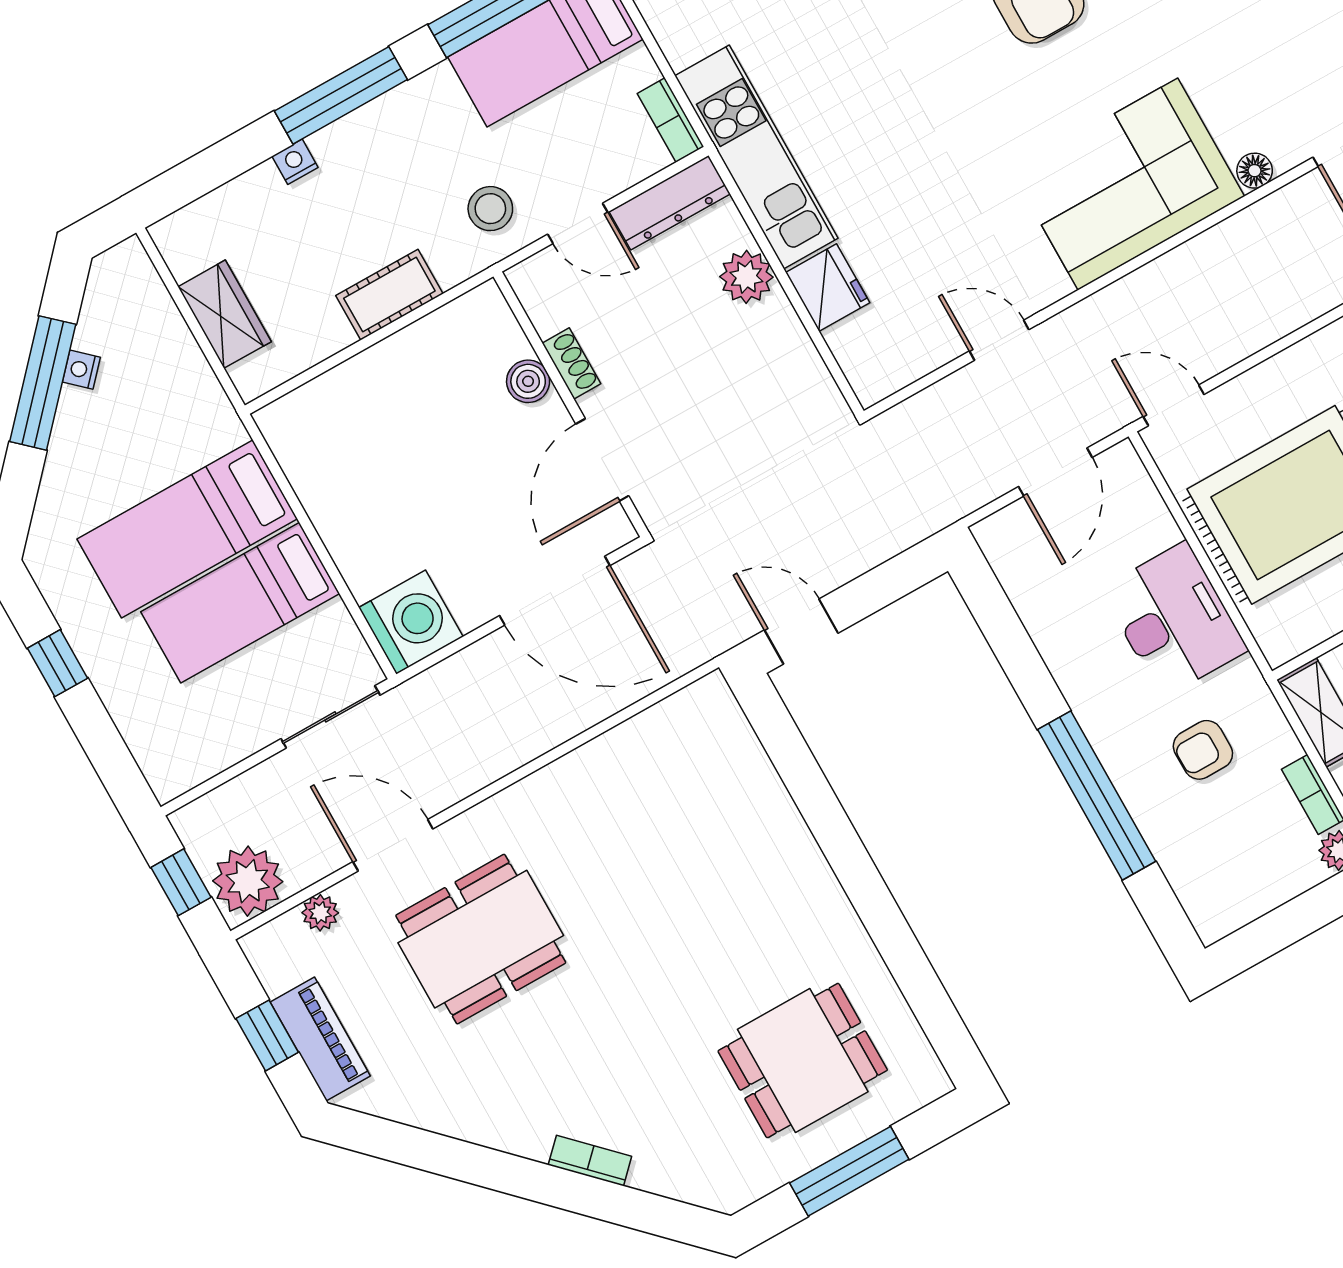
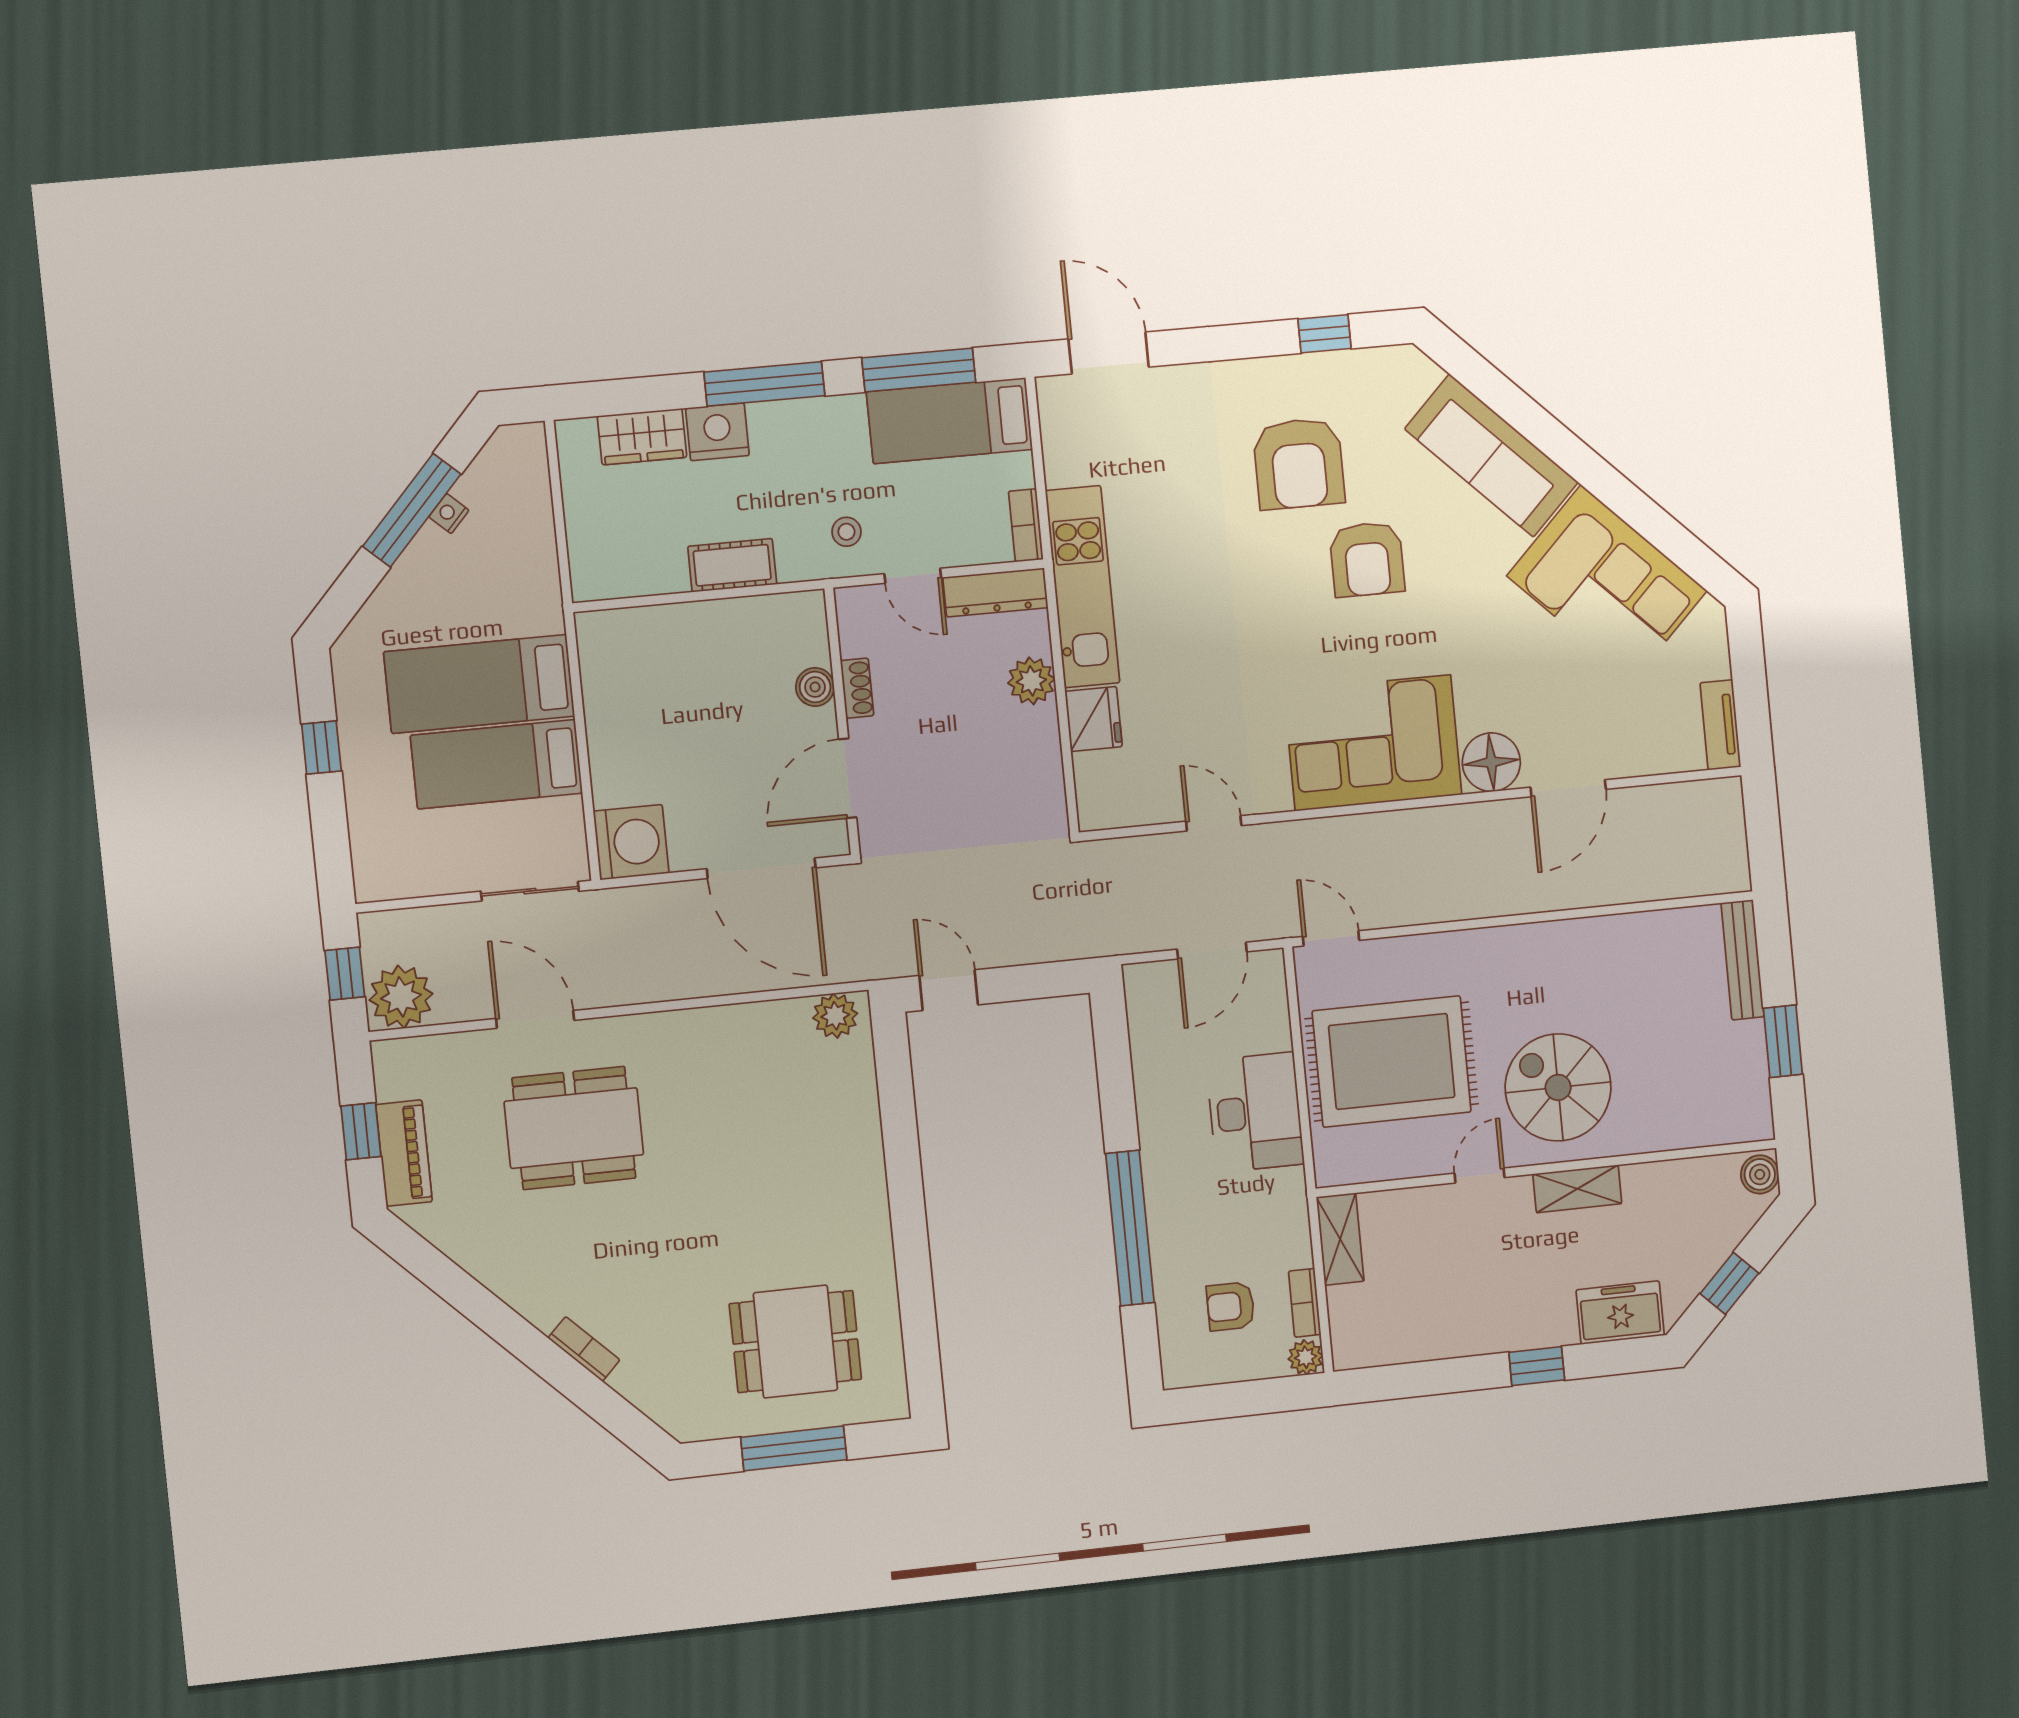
nightstand: (295, 162) -> (717, 432), width x1.89, depth x1.79
floor lamp: (1255, 171) -> (1491, 762), width x1.89, depth x1.89
stool: (490, 209) -> (846, 532), width x0.73, depth x0.73
wardrobe: (225, 314) -> (642, 437), moved, turned 90
armchair: (1203, 750) -> (1231, 1306), moved
plant: (320, 913) -> (835, 1016), moved, width x1.38, depth x1.38

